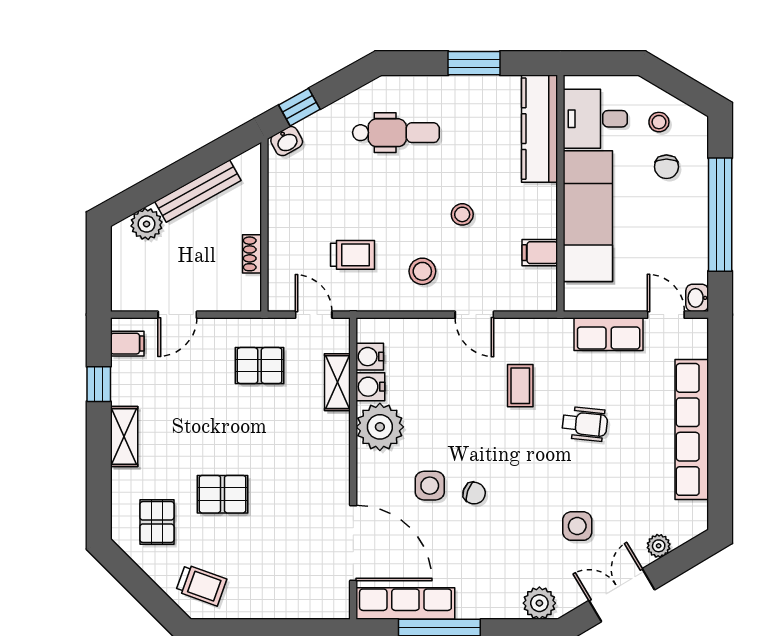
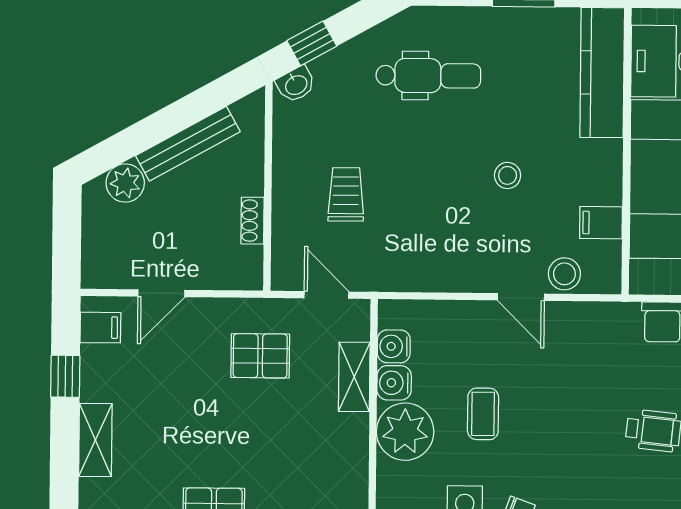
trolley: (353, 255) -> (346, 194), moved, turned -90
stool: (422, 271) -> (564, 274), moved
coffee table: (520, 386) -> (483, 414), moved

